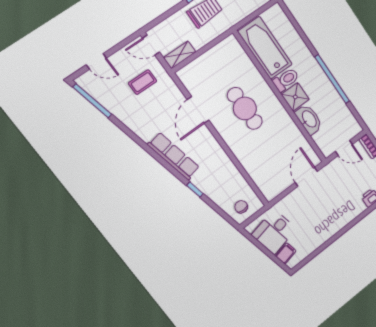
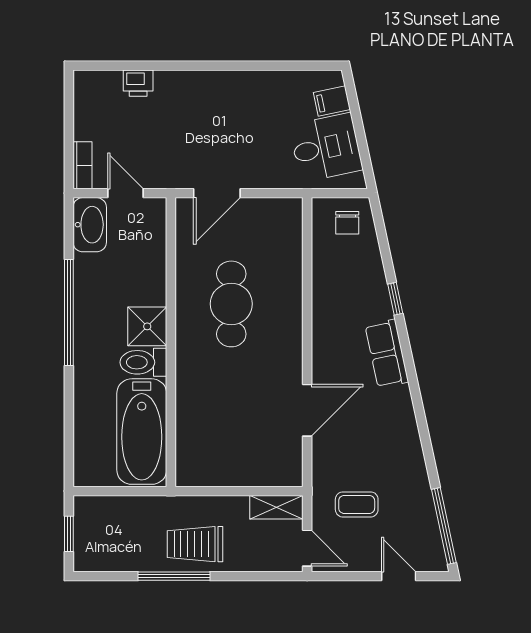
cafe table: (245, 108) -> (231, 304), moved
washbasin: (309, 119) -> (90, 225), moved, turned 180
row of seats: (174, 156) -> (387, 354), width x0.68

